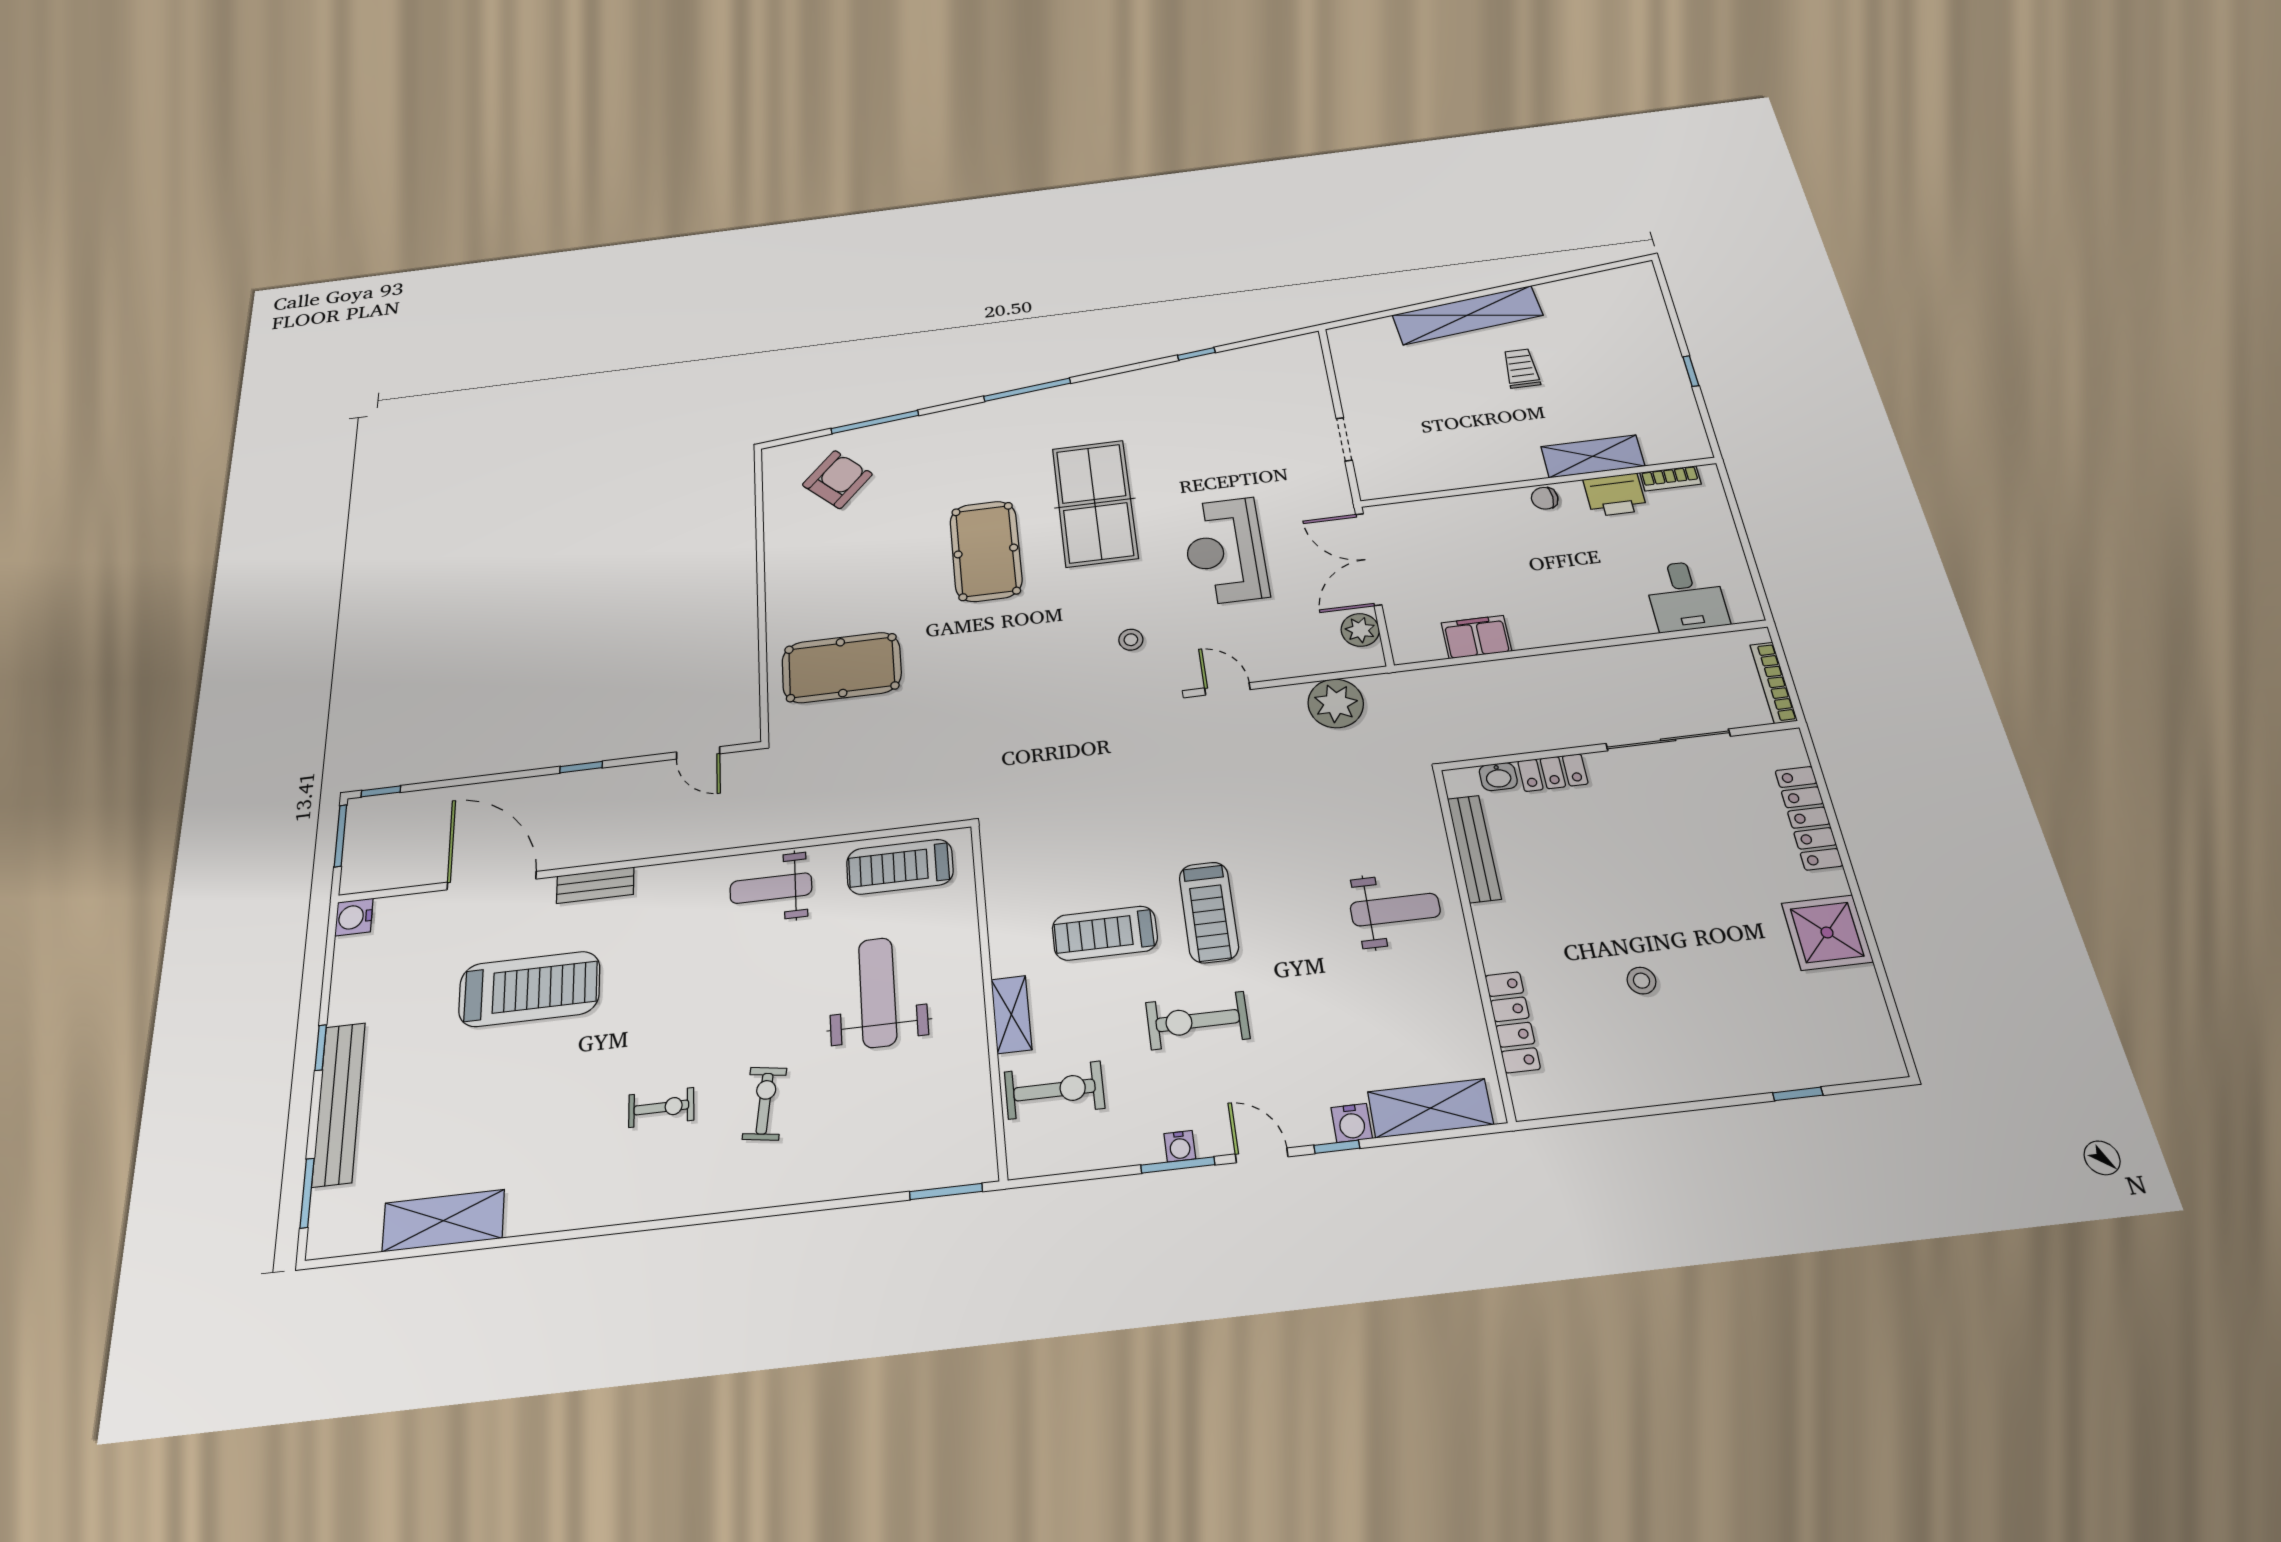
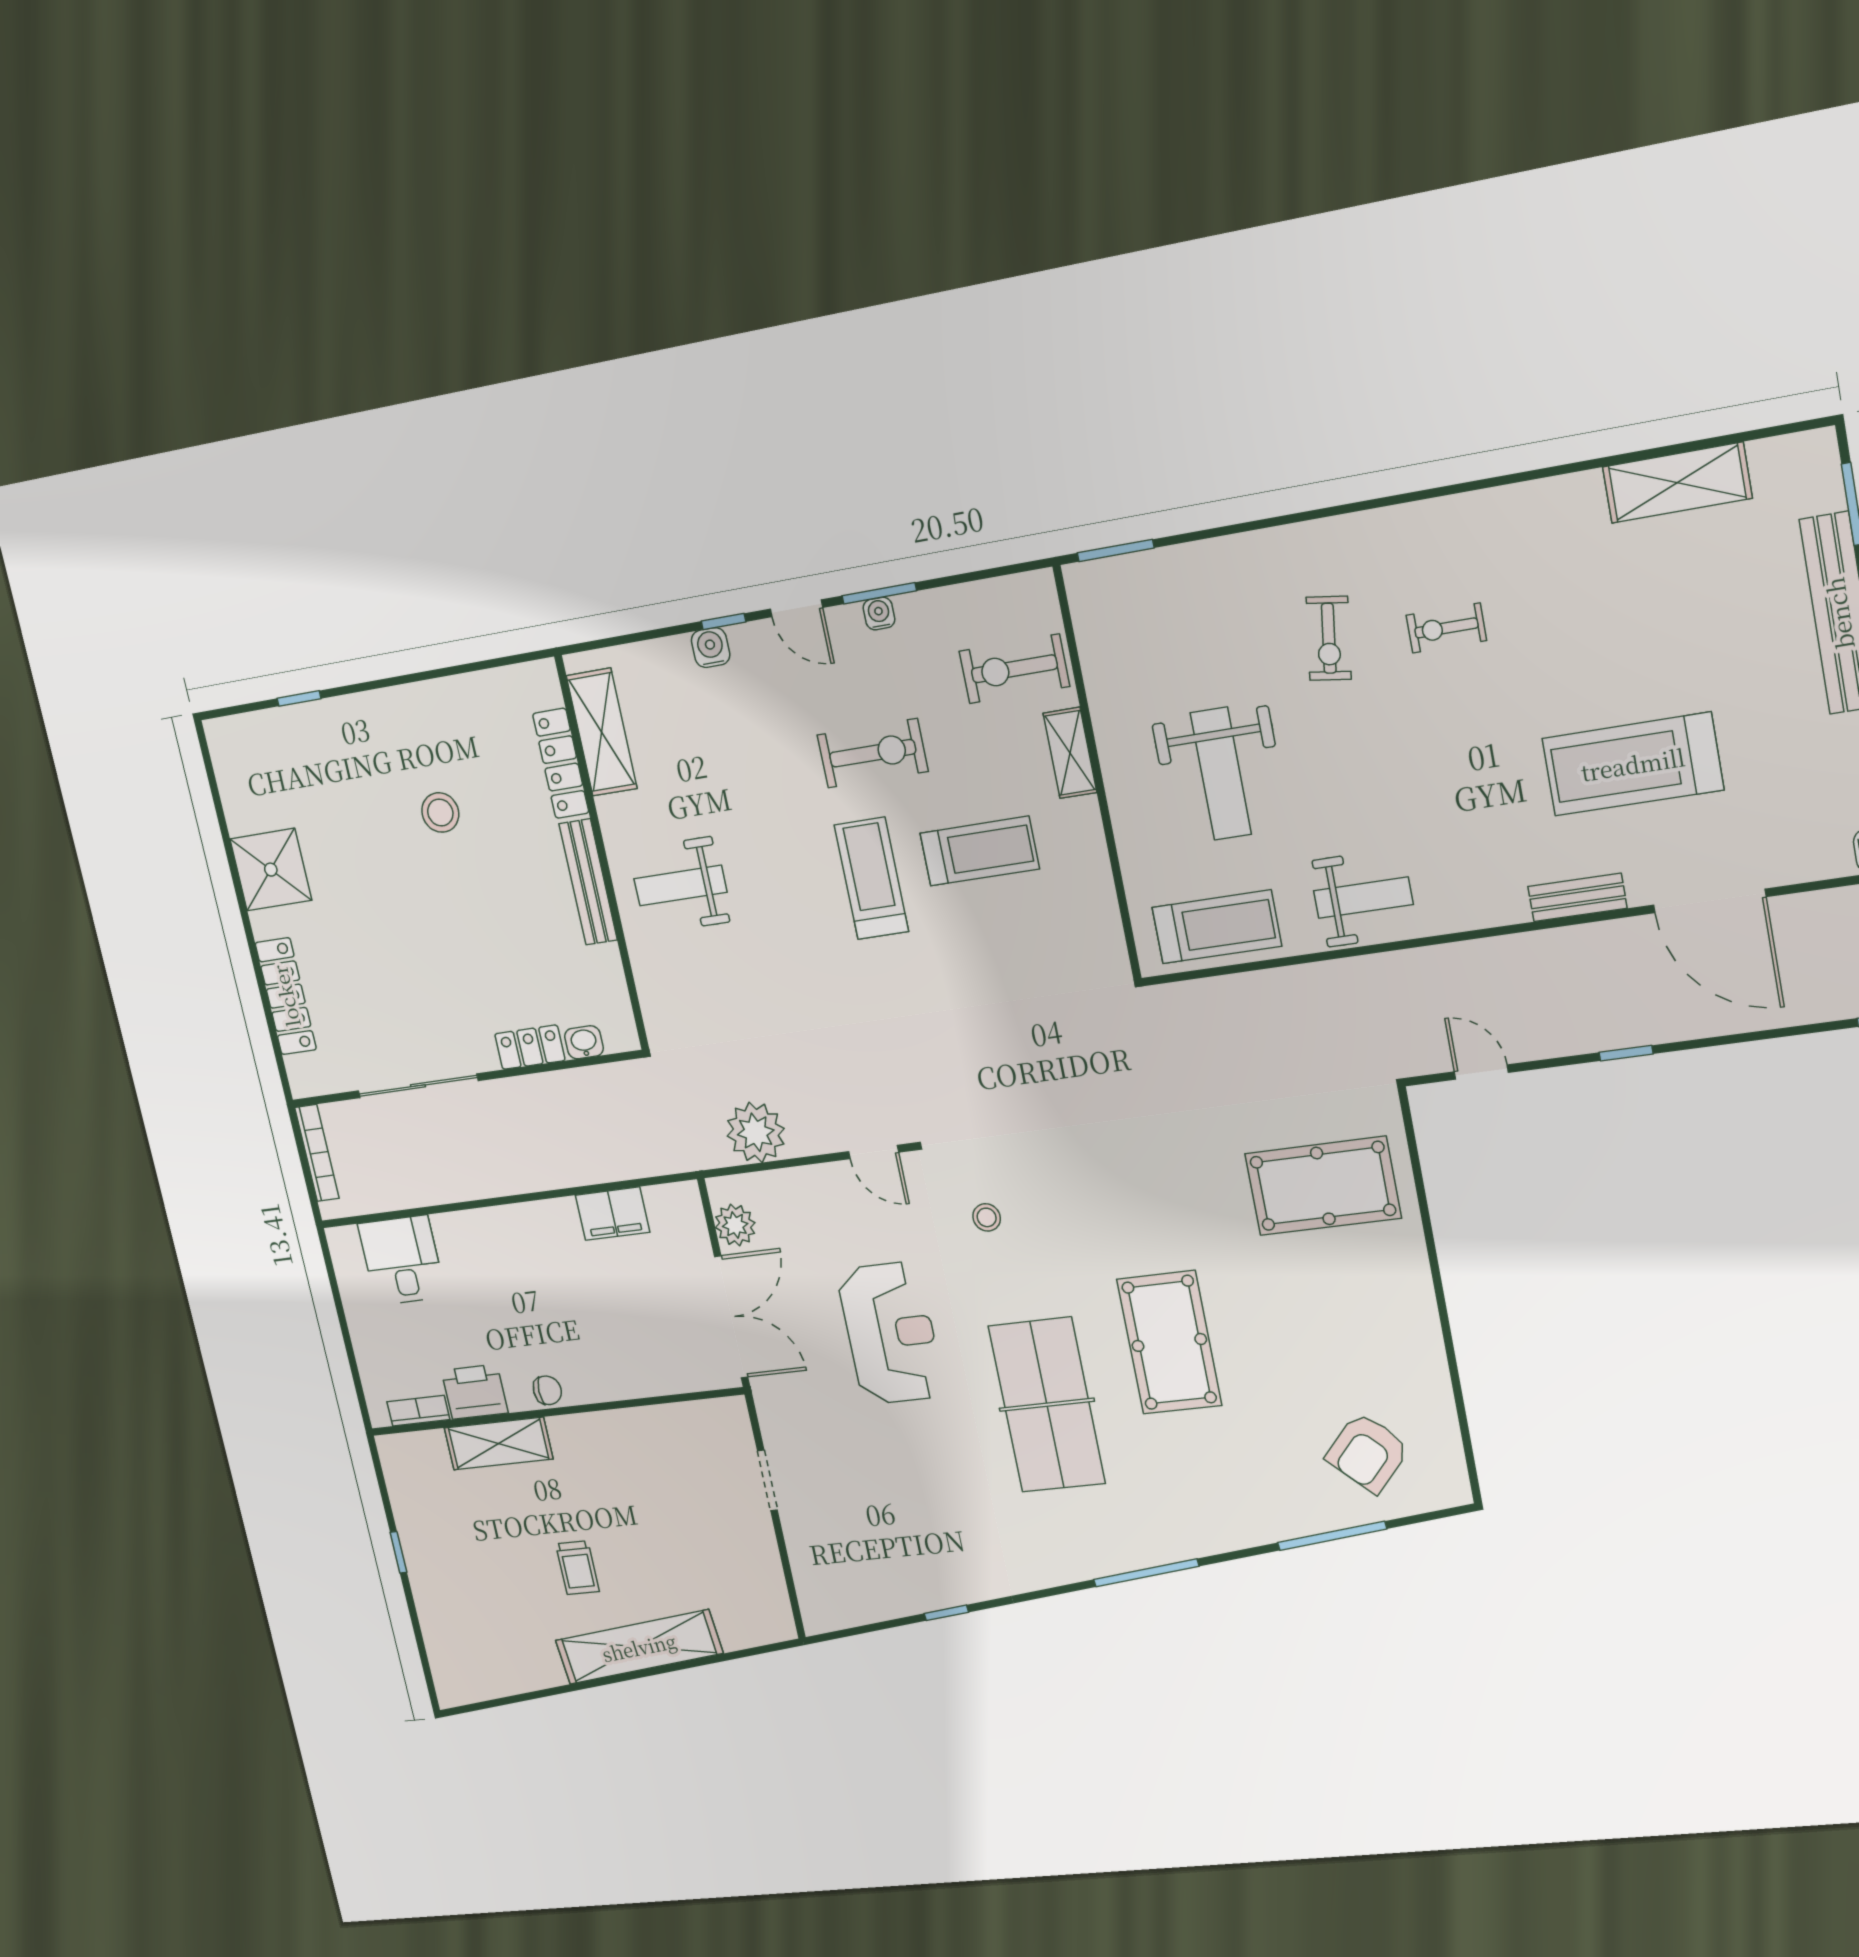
bench: (1474, 849) -> (588, 882), moved
stool: (1641, 981) -> (440, 812), width x1.37, depth x1.37
shelving: (1430, 1108) -> (602, 732), moved, turned 90

